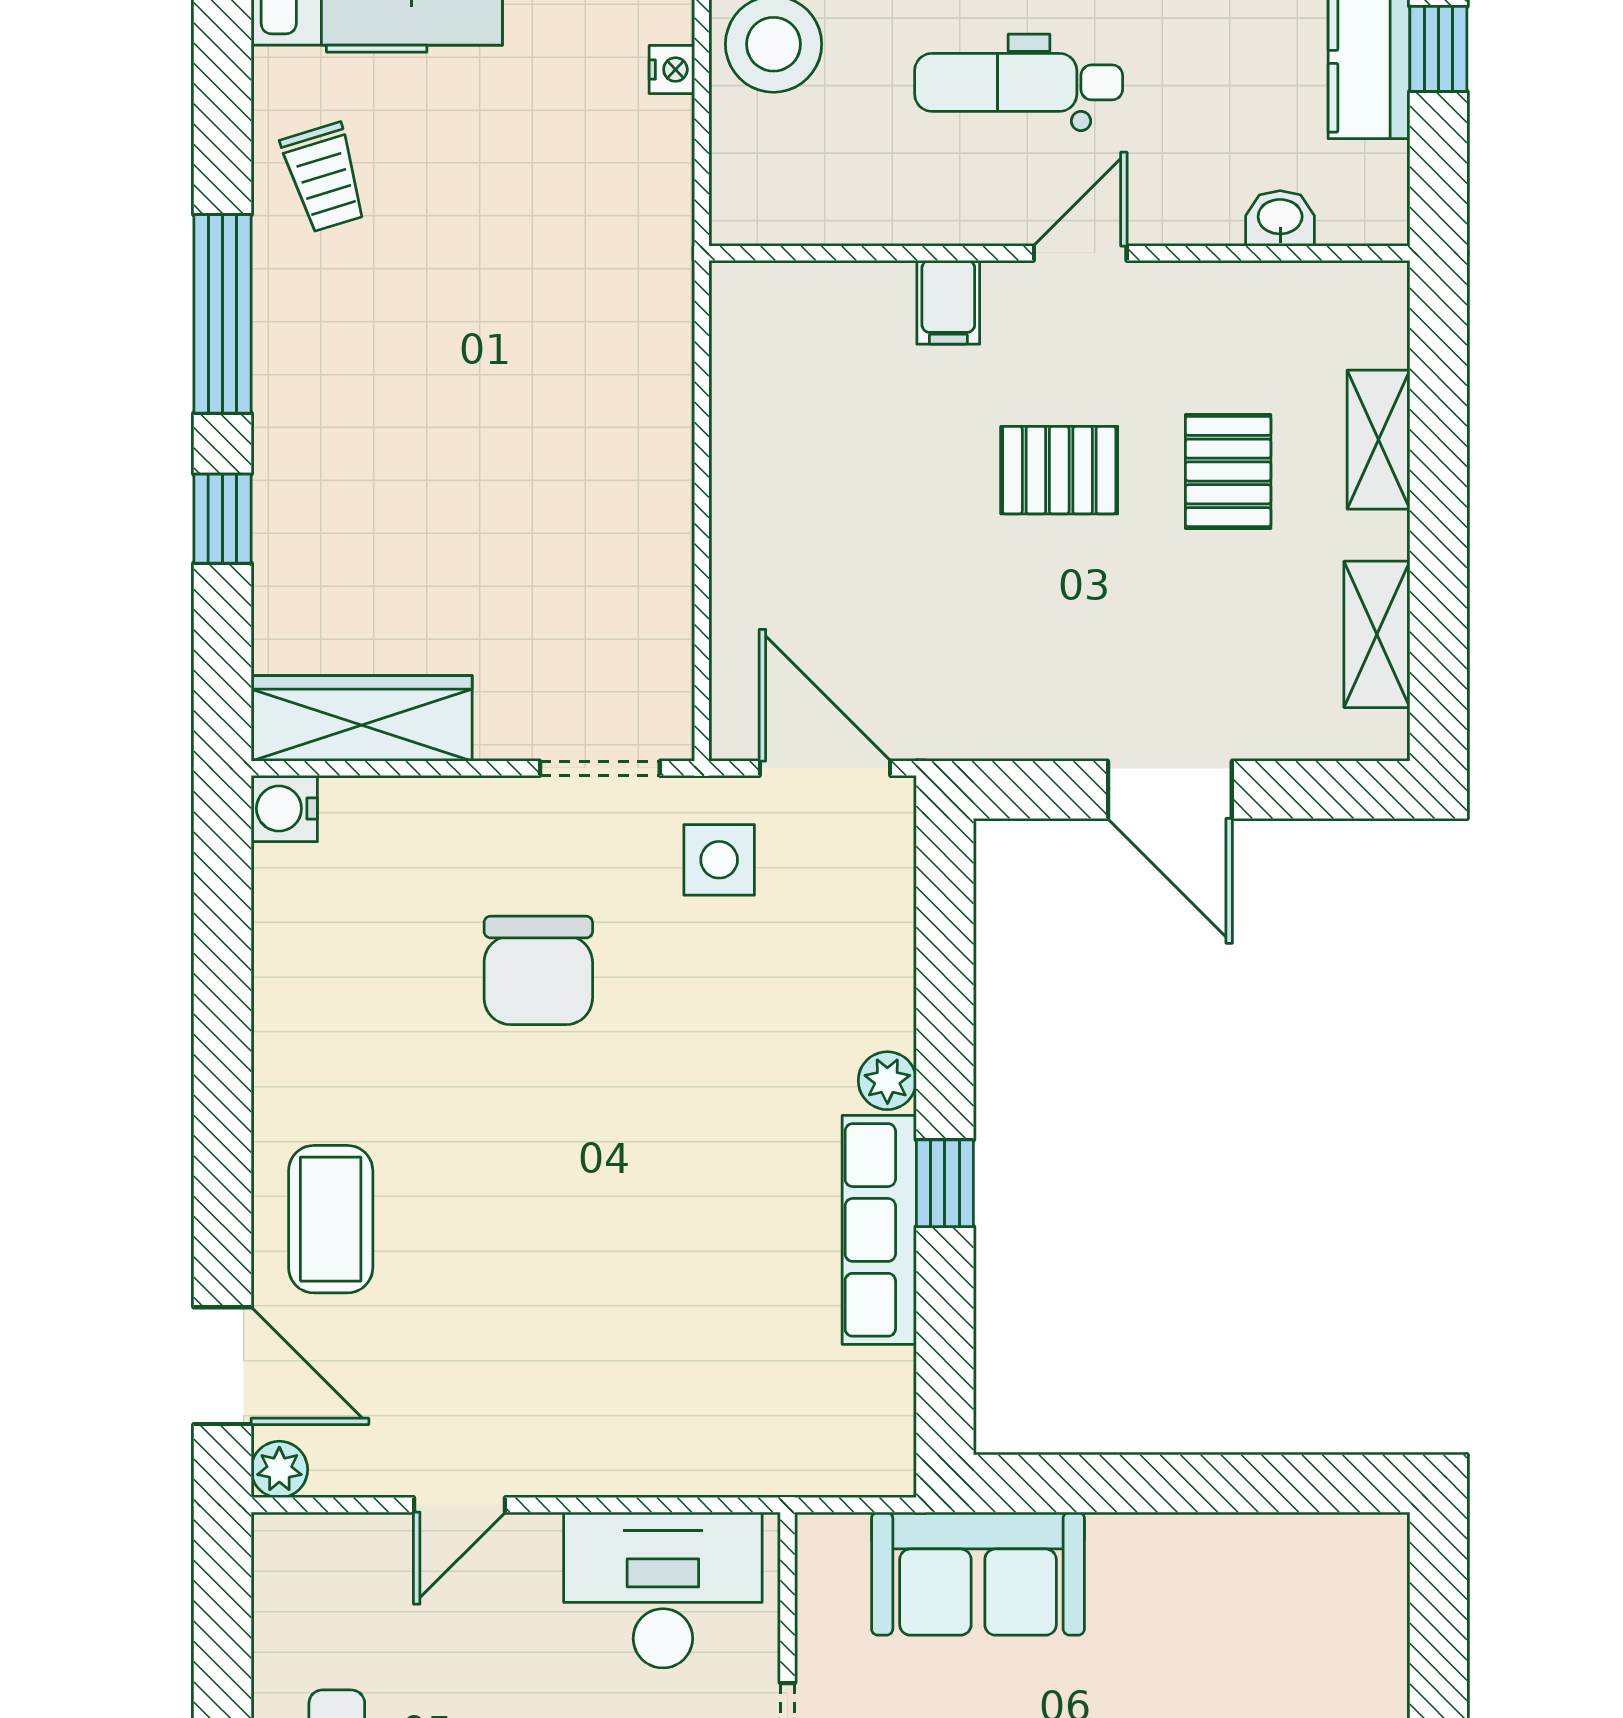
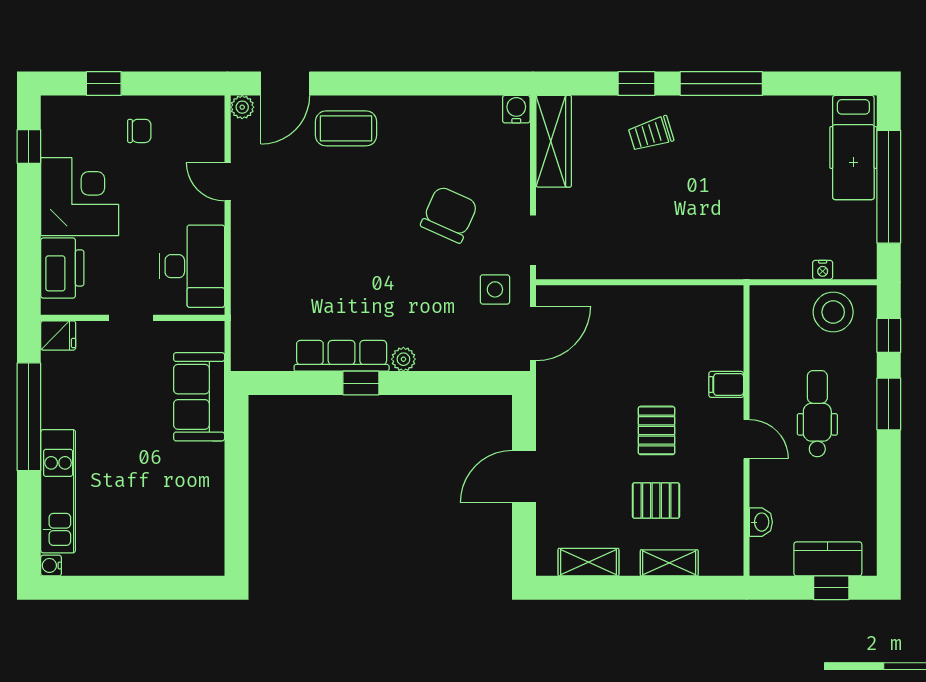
trolley: (324, 177) -> (651, 134), moved
chair: (538, 970) -> (449, 214), turned 114

